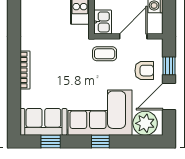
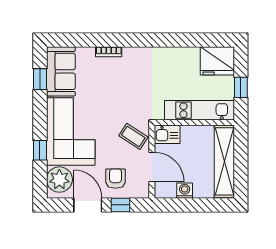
coffee table: (105, 54) -> (133, 136), turned -57
bookcase: (25, 70) -> (109, 52), width x0.64
armchair: (144, 71) -> (115, 179), turned 180
window: (100, 142) -> (40, 150), moved

